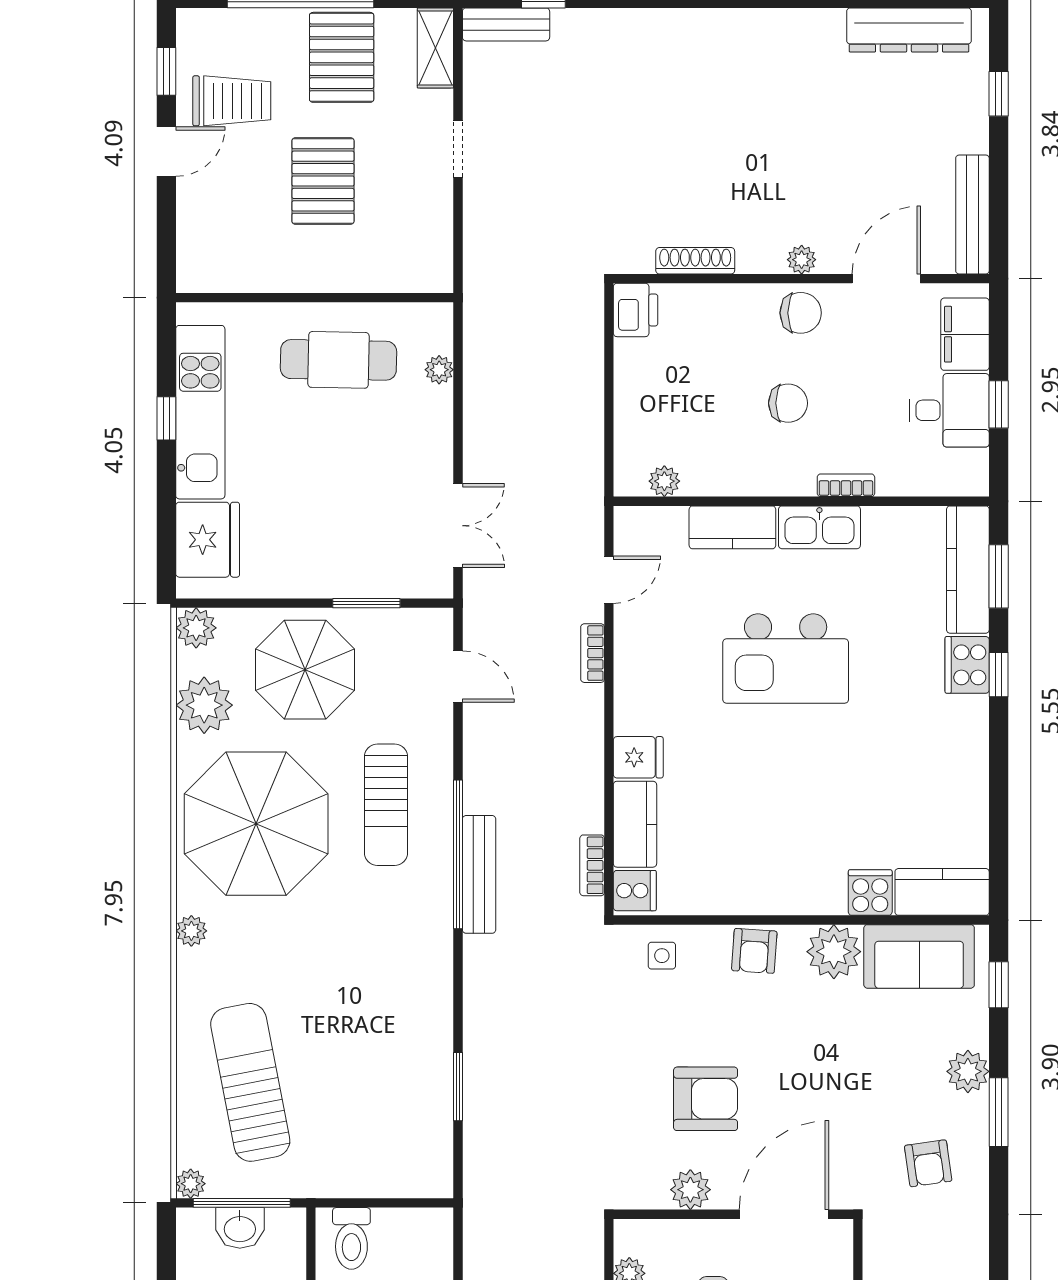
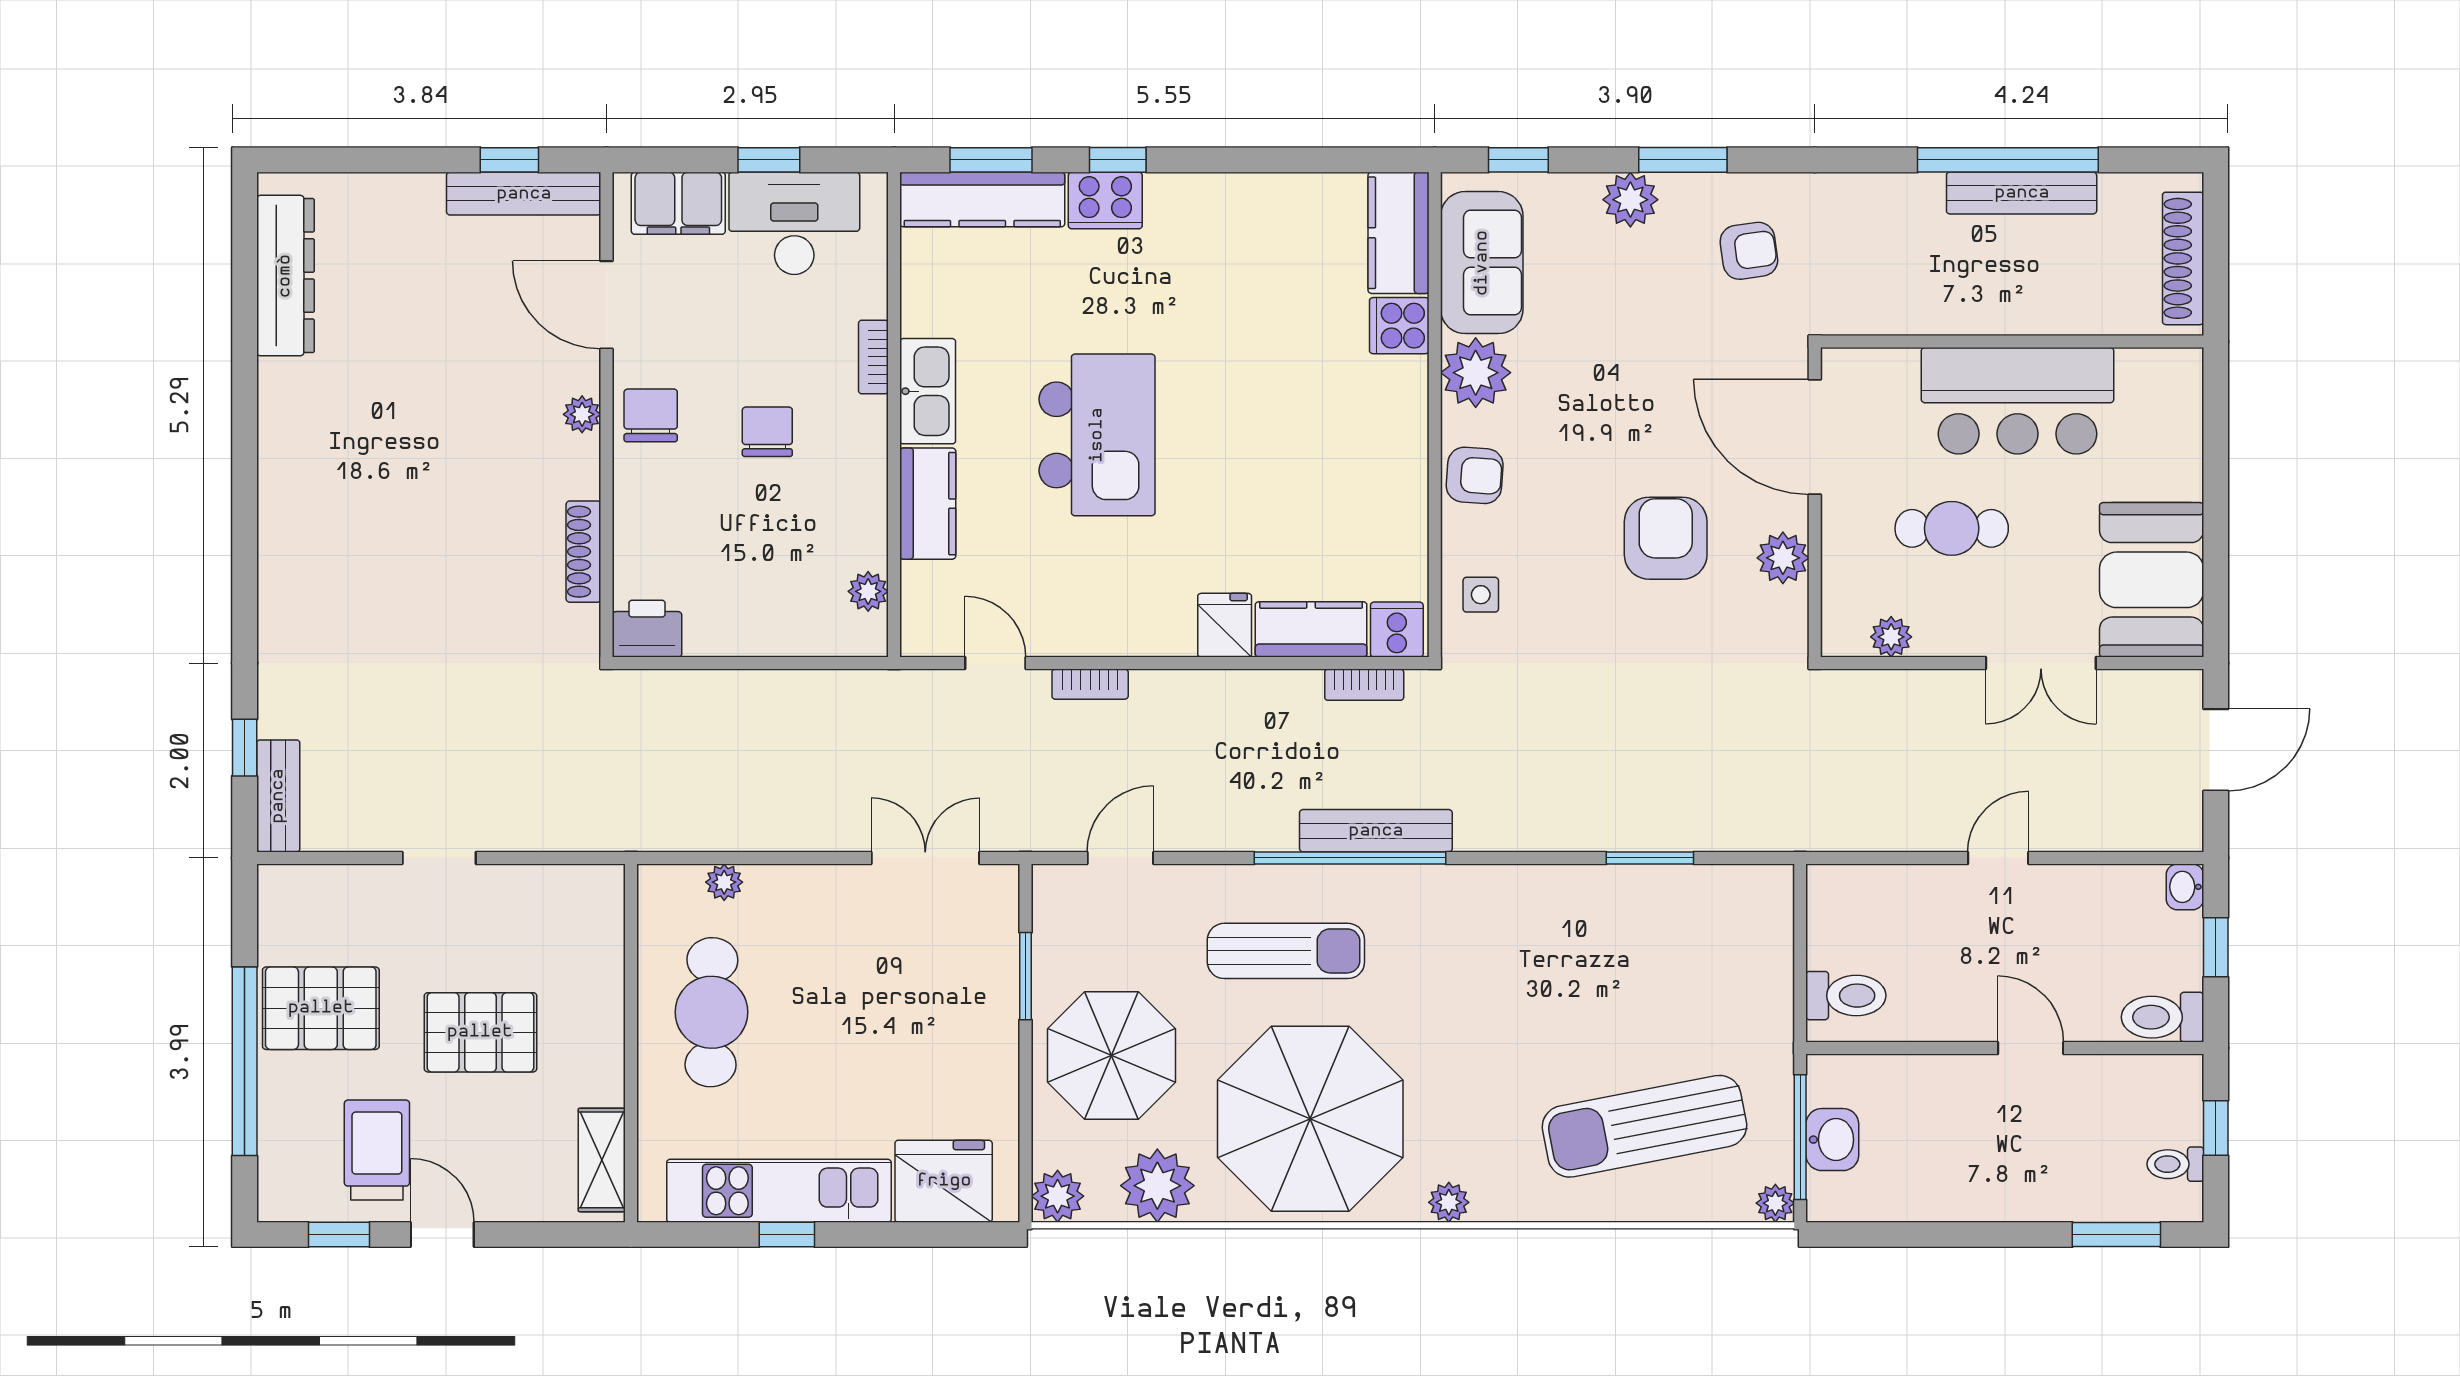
shelving: (435, 48) -> (602, 1160), moved, turned 90
window: (999, 94) -> (509, 160), moved
desk: (949, 410) -> (794, 223), width x1.37

